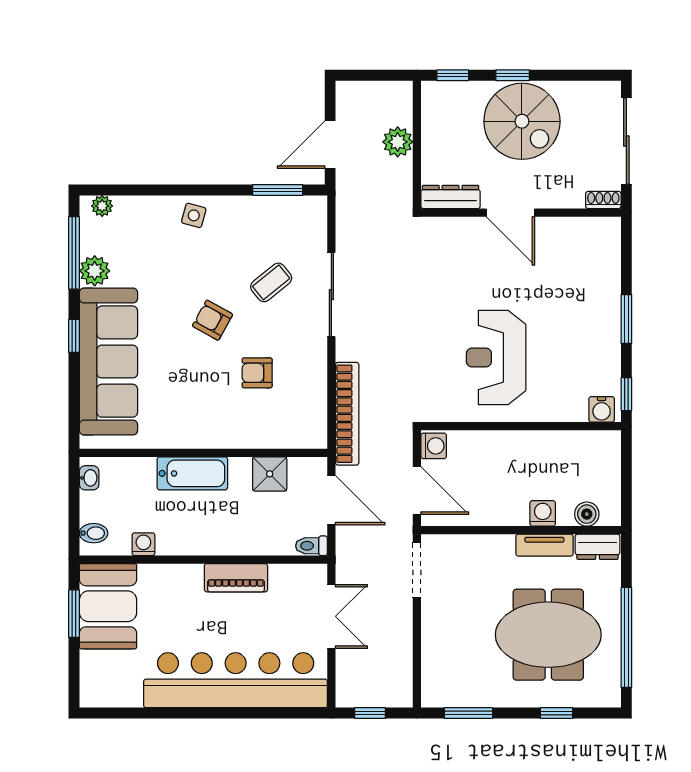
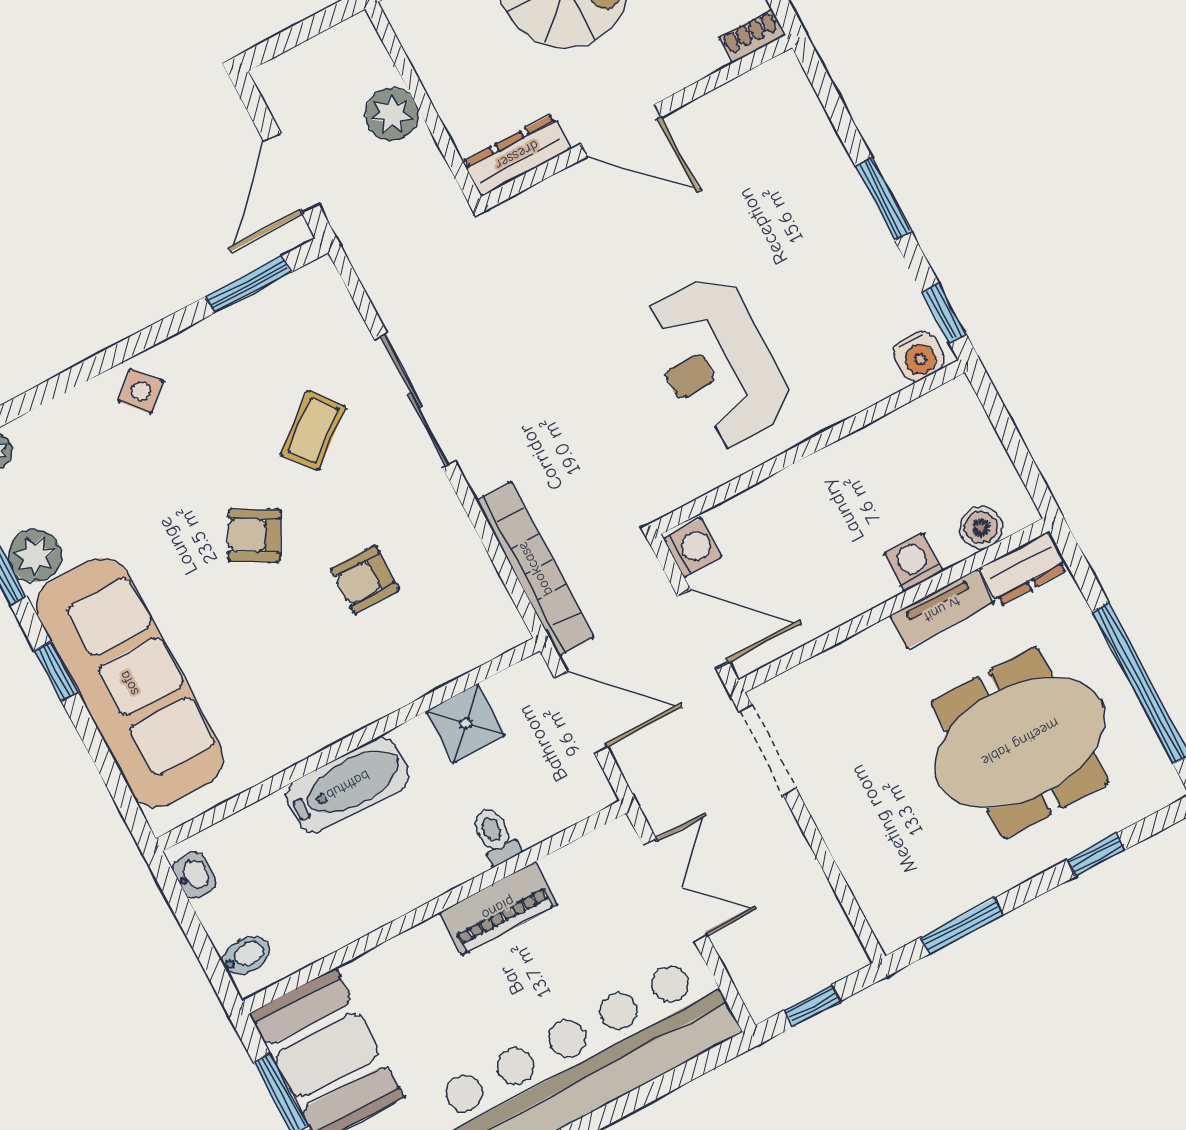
side table: (194, 215) -> (141, 391), turned 34
washing machine: (143, 544) -> (331, 932), removed
toilet: (312, 546) -> (495, 836), moved, turned 90

